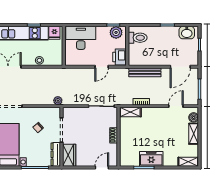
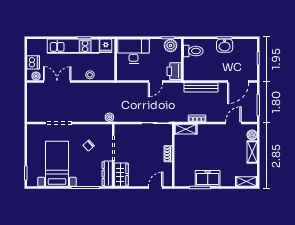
washbasin: (187, 33) -> (225, 46), moved

